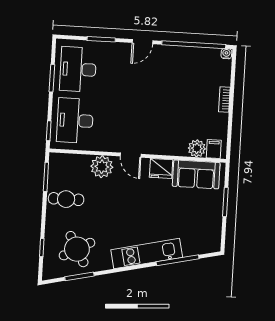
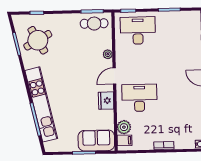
desk: (78, 69) -> (139, 98), moved
plant: (102, 167) -> (108, 54), width x0.53, depth x0.53
sofa: (196, 174) -> (96, 141), moved, turned 90
cafe table: (66, 199) -> (94, 24), moved, turned 90
kitchen unit: (147, 254) -> (41, 104), width x1.36

